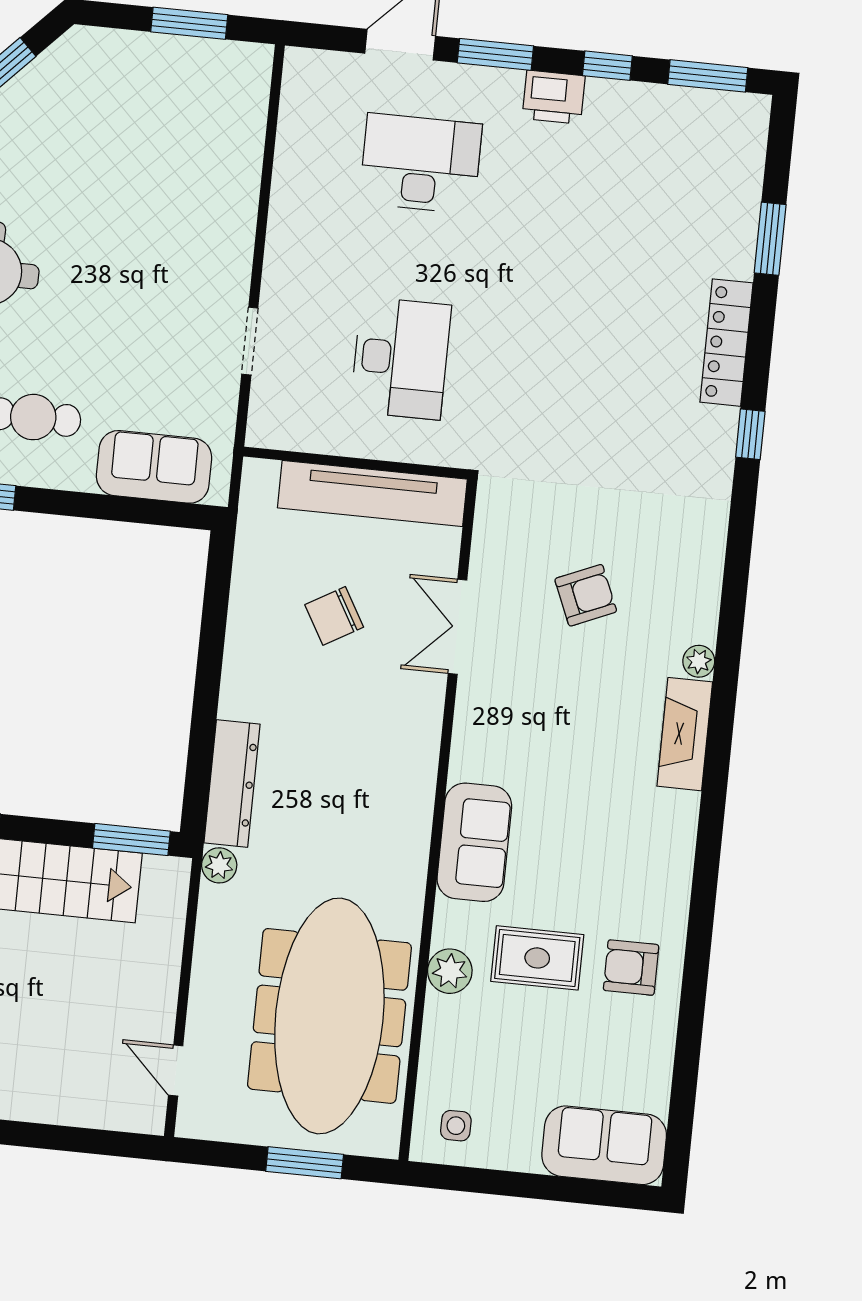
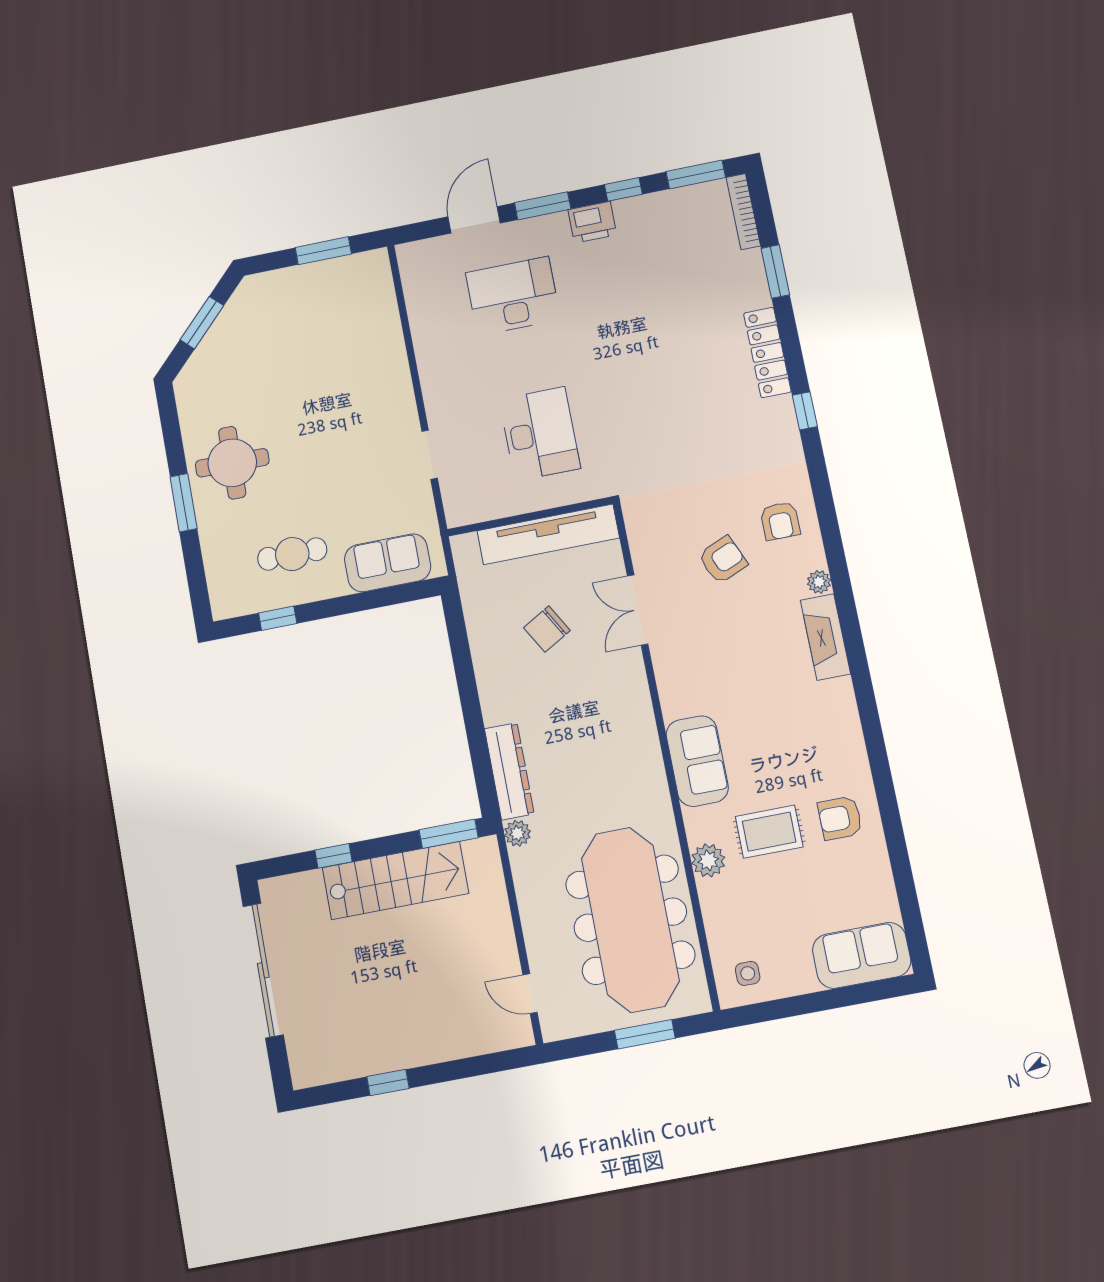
bookcase: (754, 145) -> (743, 212), added
armchair: (674, 568) -> (780, 521), added

